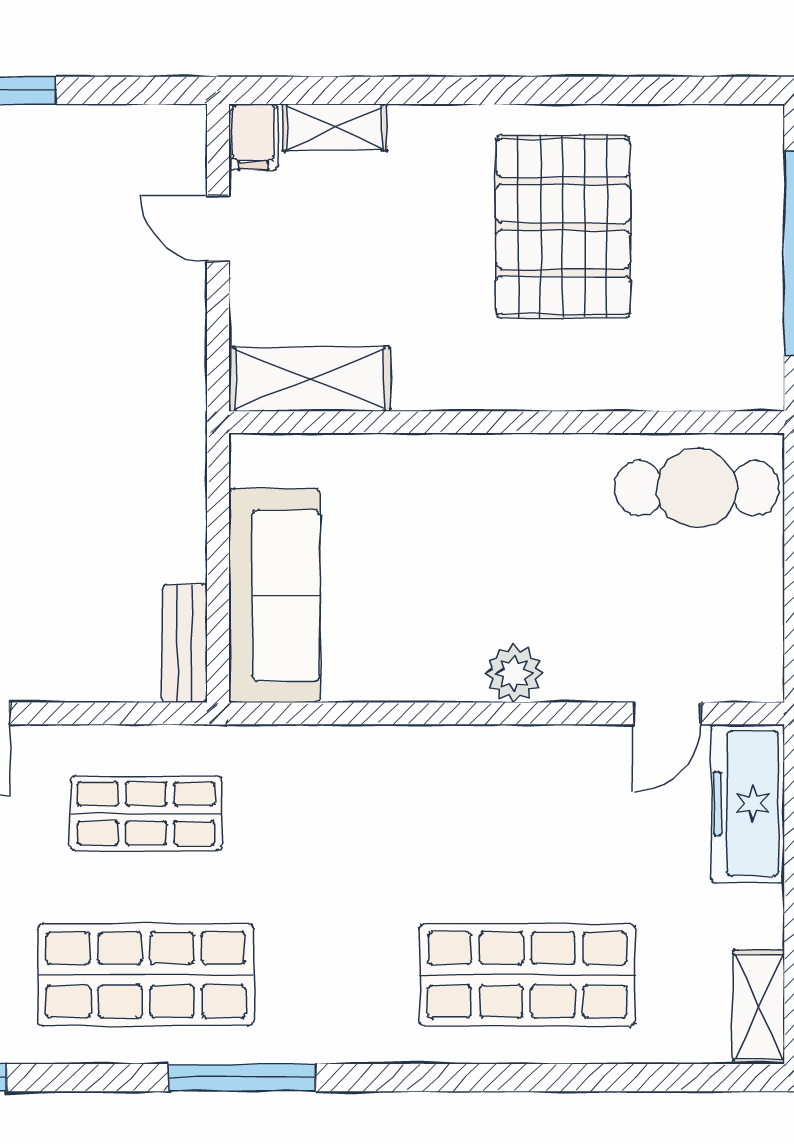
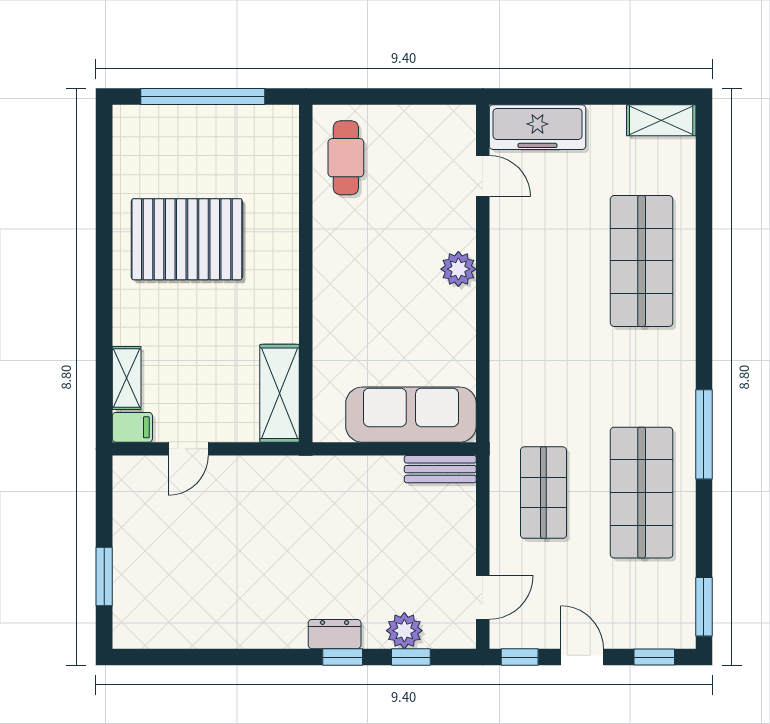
cafe table: (697, 488) -> (346, 158), width x0.73, depth x0.74

